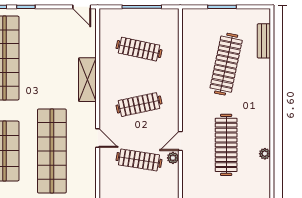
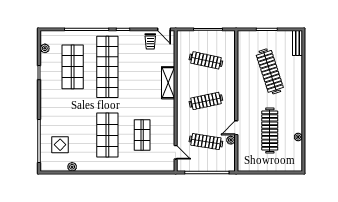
trolley: (63, 23) -> (150, 41), added
bench: (264, 41) -> (297, 43), moved
clothes rail: (226, 64) -> (270, 71), turned -30
door: (98, 138) -> (176, 152), moved
shop shelf: (52, 151) -> (142, 135), width x0.50, depth x0.74

